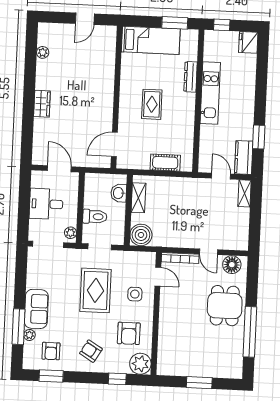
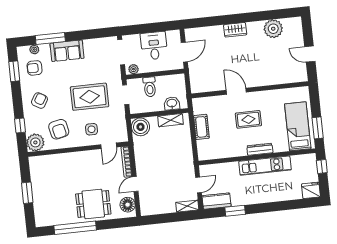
bed: (151, 40) -> (298, 126), moved, turned 180
plant: (43, 52) -> (273, 29), width x1.87, depth x1.87
dresser: (191, 77) -> (260, 149), moved
door: (114, 144) -> (236, 91), moved
cot: (165, 163) -> (201, 127), moved
armchair: (129, 333) -> (59, 129), turned -102
plant: (29, 335) -> (34, 50), moved

